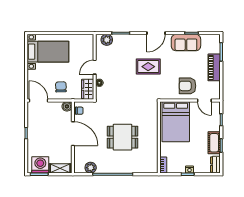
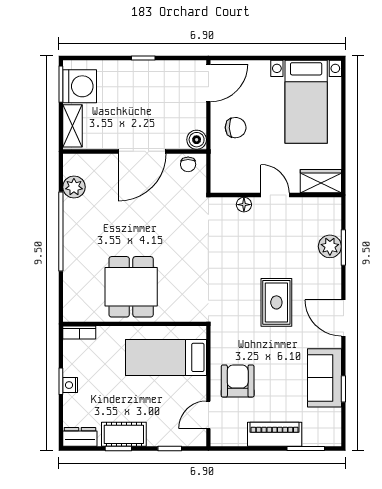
plant: (107, 40) -> (330, 246), moved
wardrobe: (88, 89) -> (321, 181), moved
bed: (176, 122) -> (166, 357), width x0.67
dining table: (123, 137) -> (131, 287), moved

